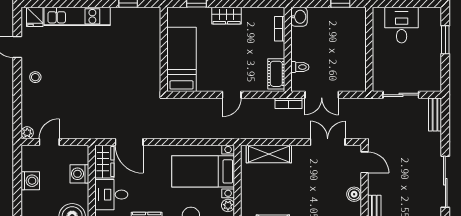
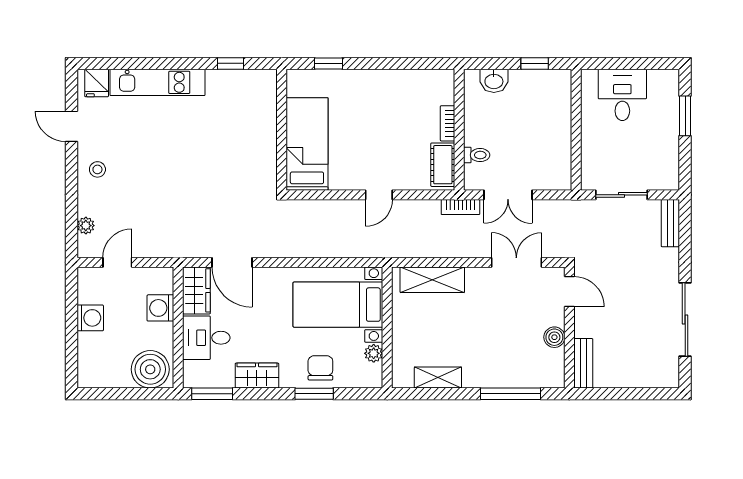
wardrobe: (227, 16) -> (372, 81), removed
washbasin: (299, 17) -> (494, 81), moved, turned 90
bookcase: (280, 29) -> (448, 123), moved
plant: (27, 133) -> (86, 226), moved

